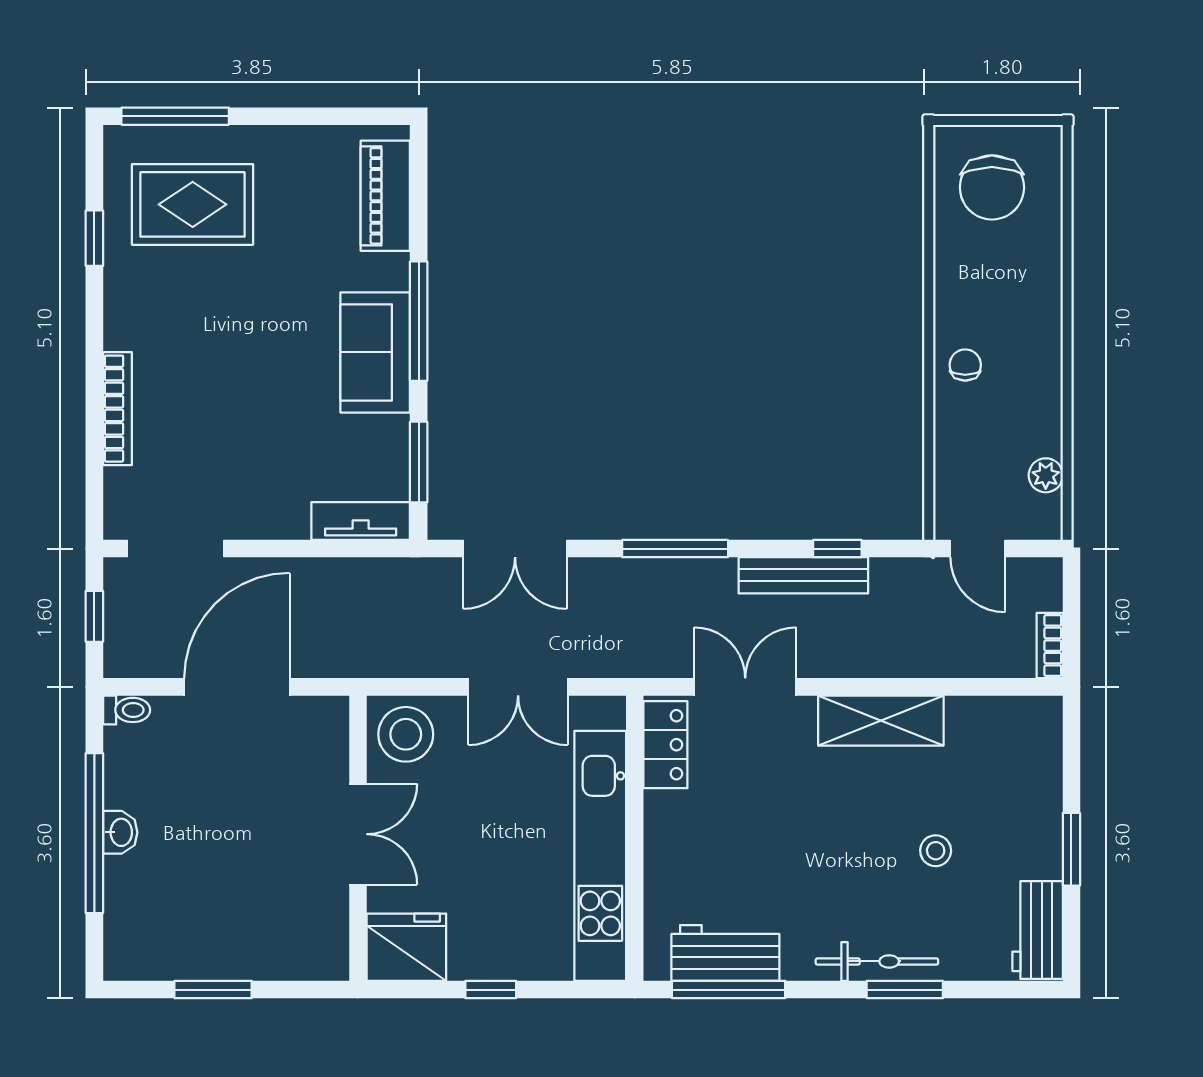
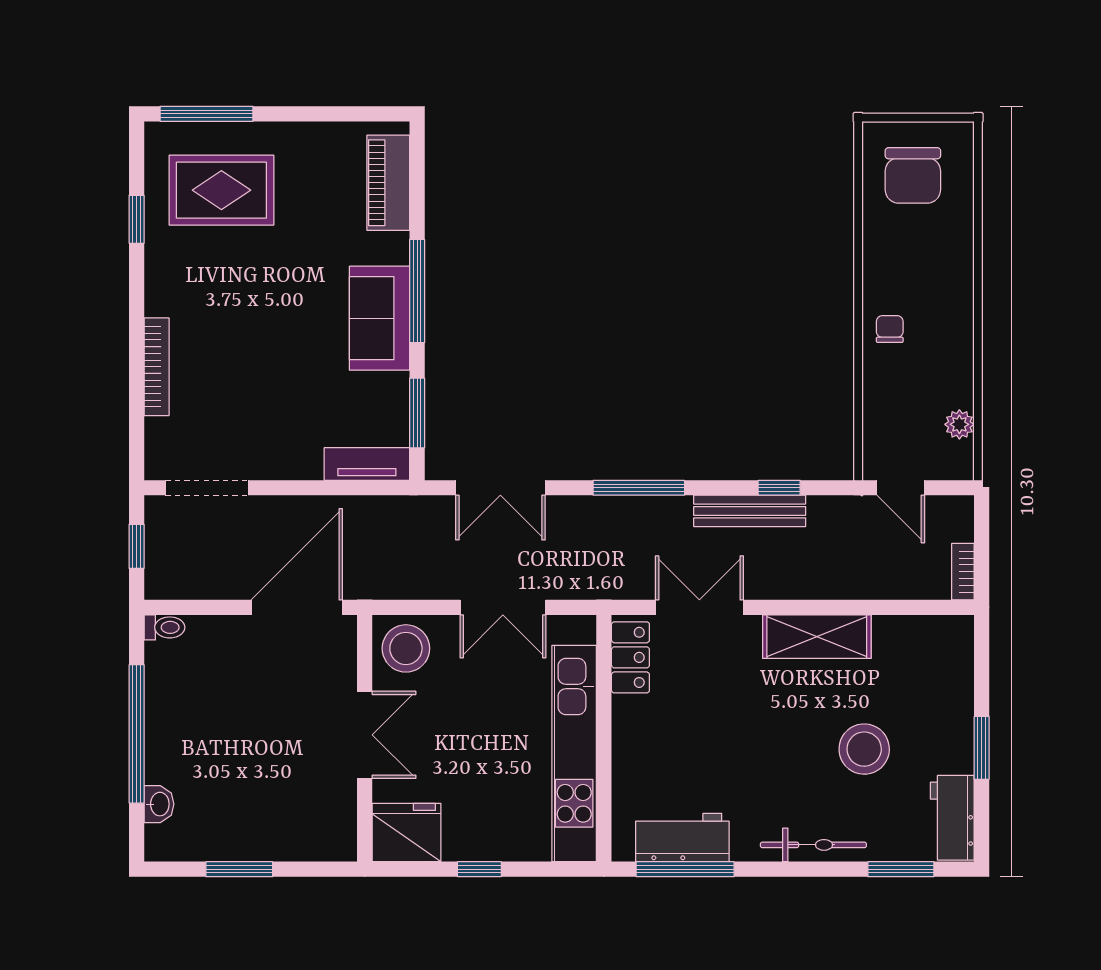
door: (237, 687) -> (297, 607), moved
washbasin: (120, 832) -> (159, 804), moved
stool: (936, 851) -> (864, 749), width x1.89, depth x1.89
window: (905, 990) -> (901, 869), moved

